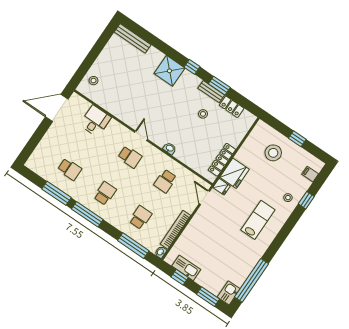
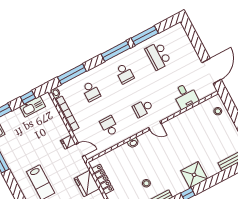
school desk: (70, 169) -> (158, 56), width x1.85
fridge: (222, 187) -> (68, 142), moved

